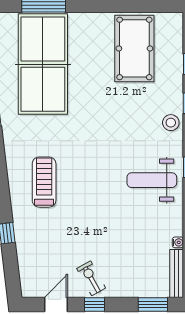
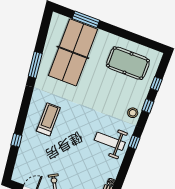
pool table: (134, 48) -> (128, 63), turned 90

